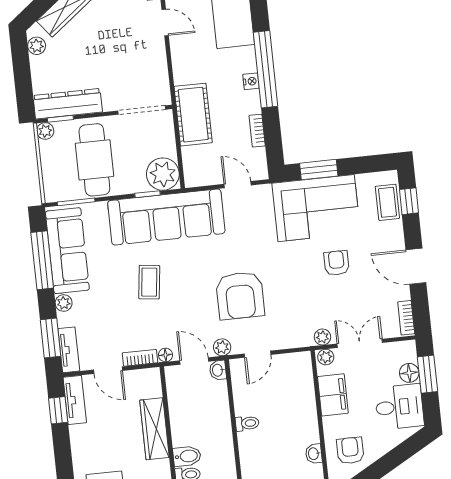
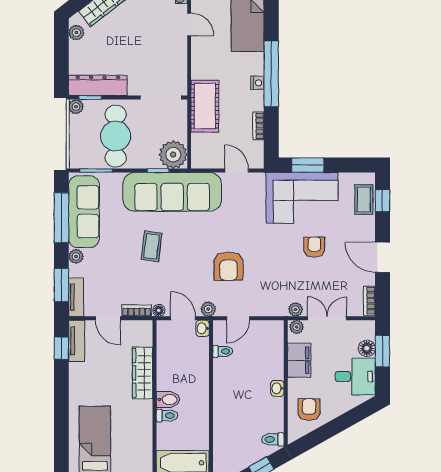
armchair: (240, 295) -> (228, 266), width x0.73, depth x0.73
toilet: (247, 423) -> (223, 351), moved
washbasin: (314, 454) -> (277, 388), moved

